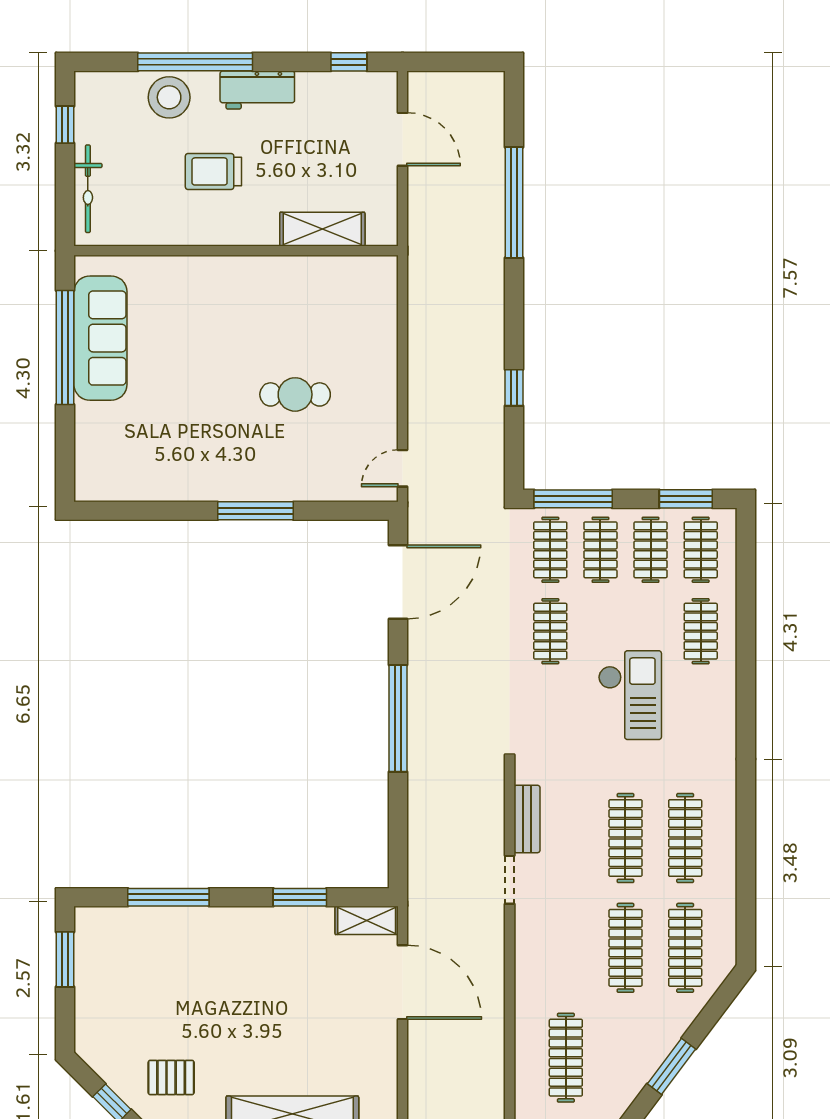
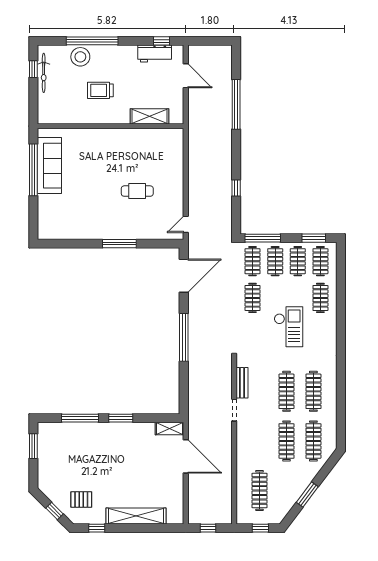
workbench: (257, 90) -> (155, 54), moved
bicycle: (88, 189) -> (44, 73), moved
window: (300, 897) -> (121, 418), moved

